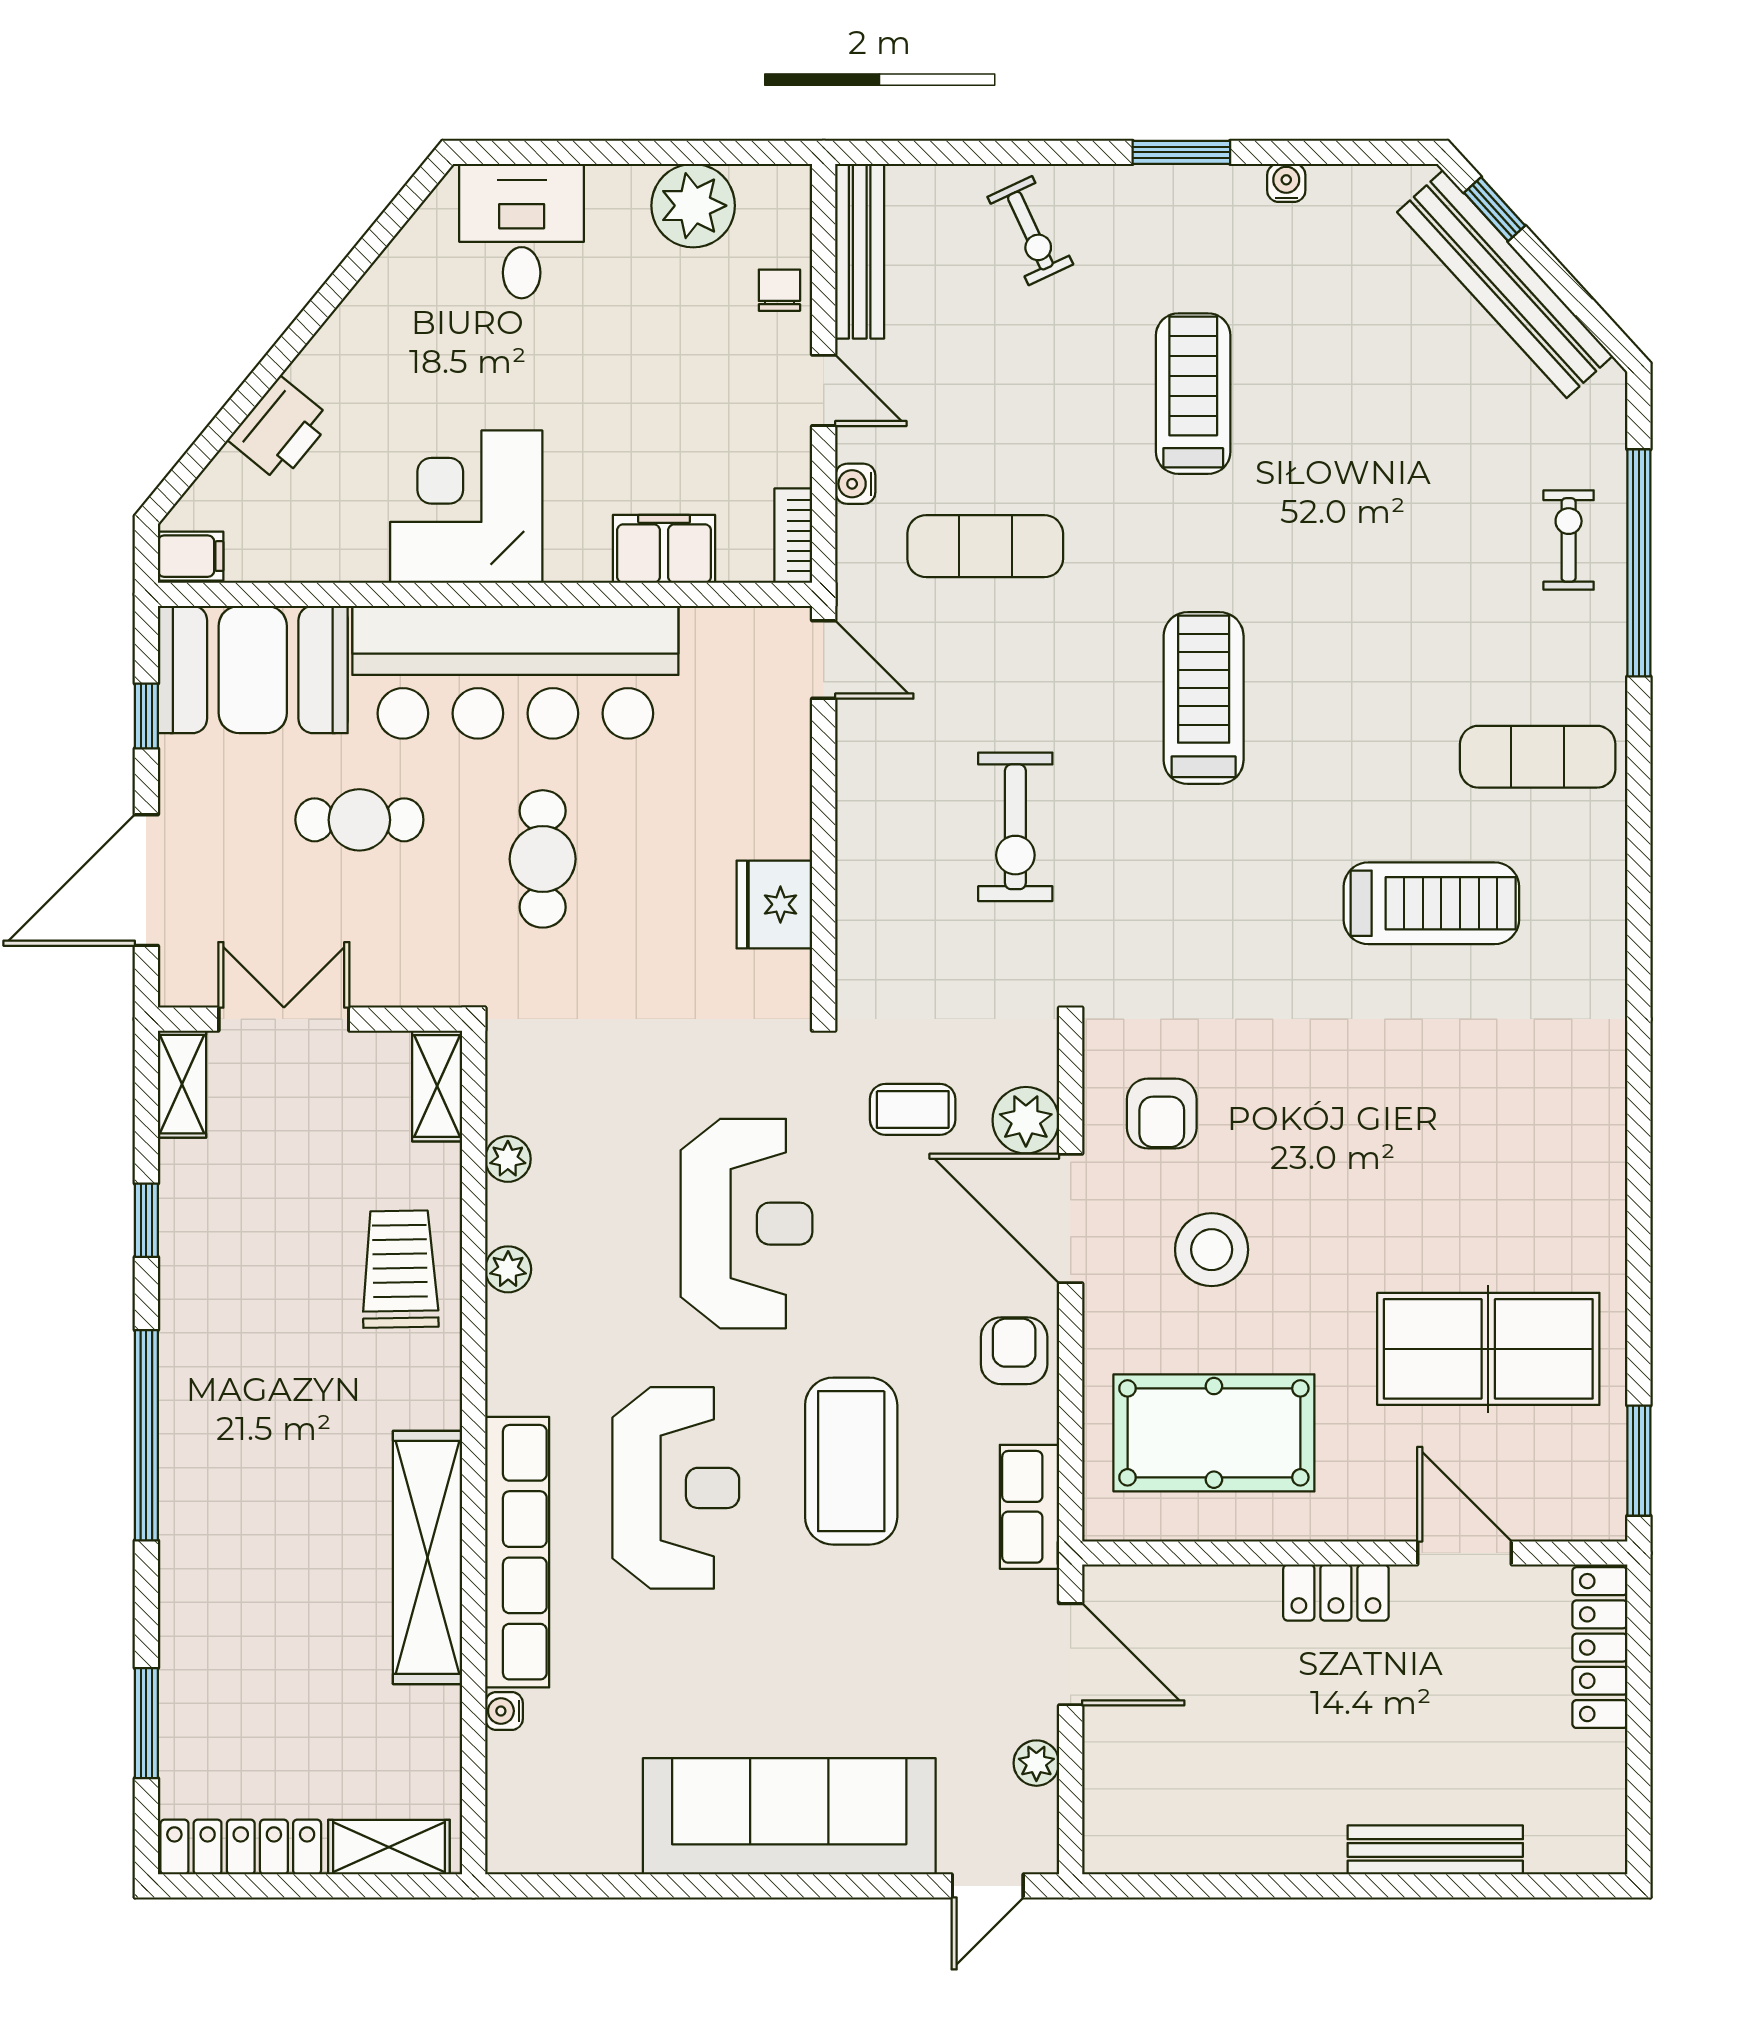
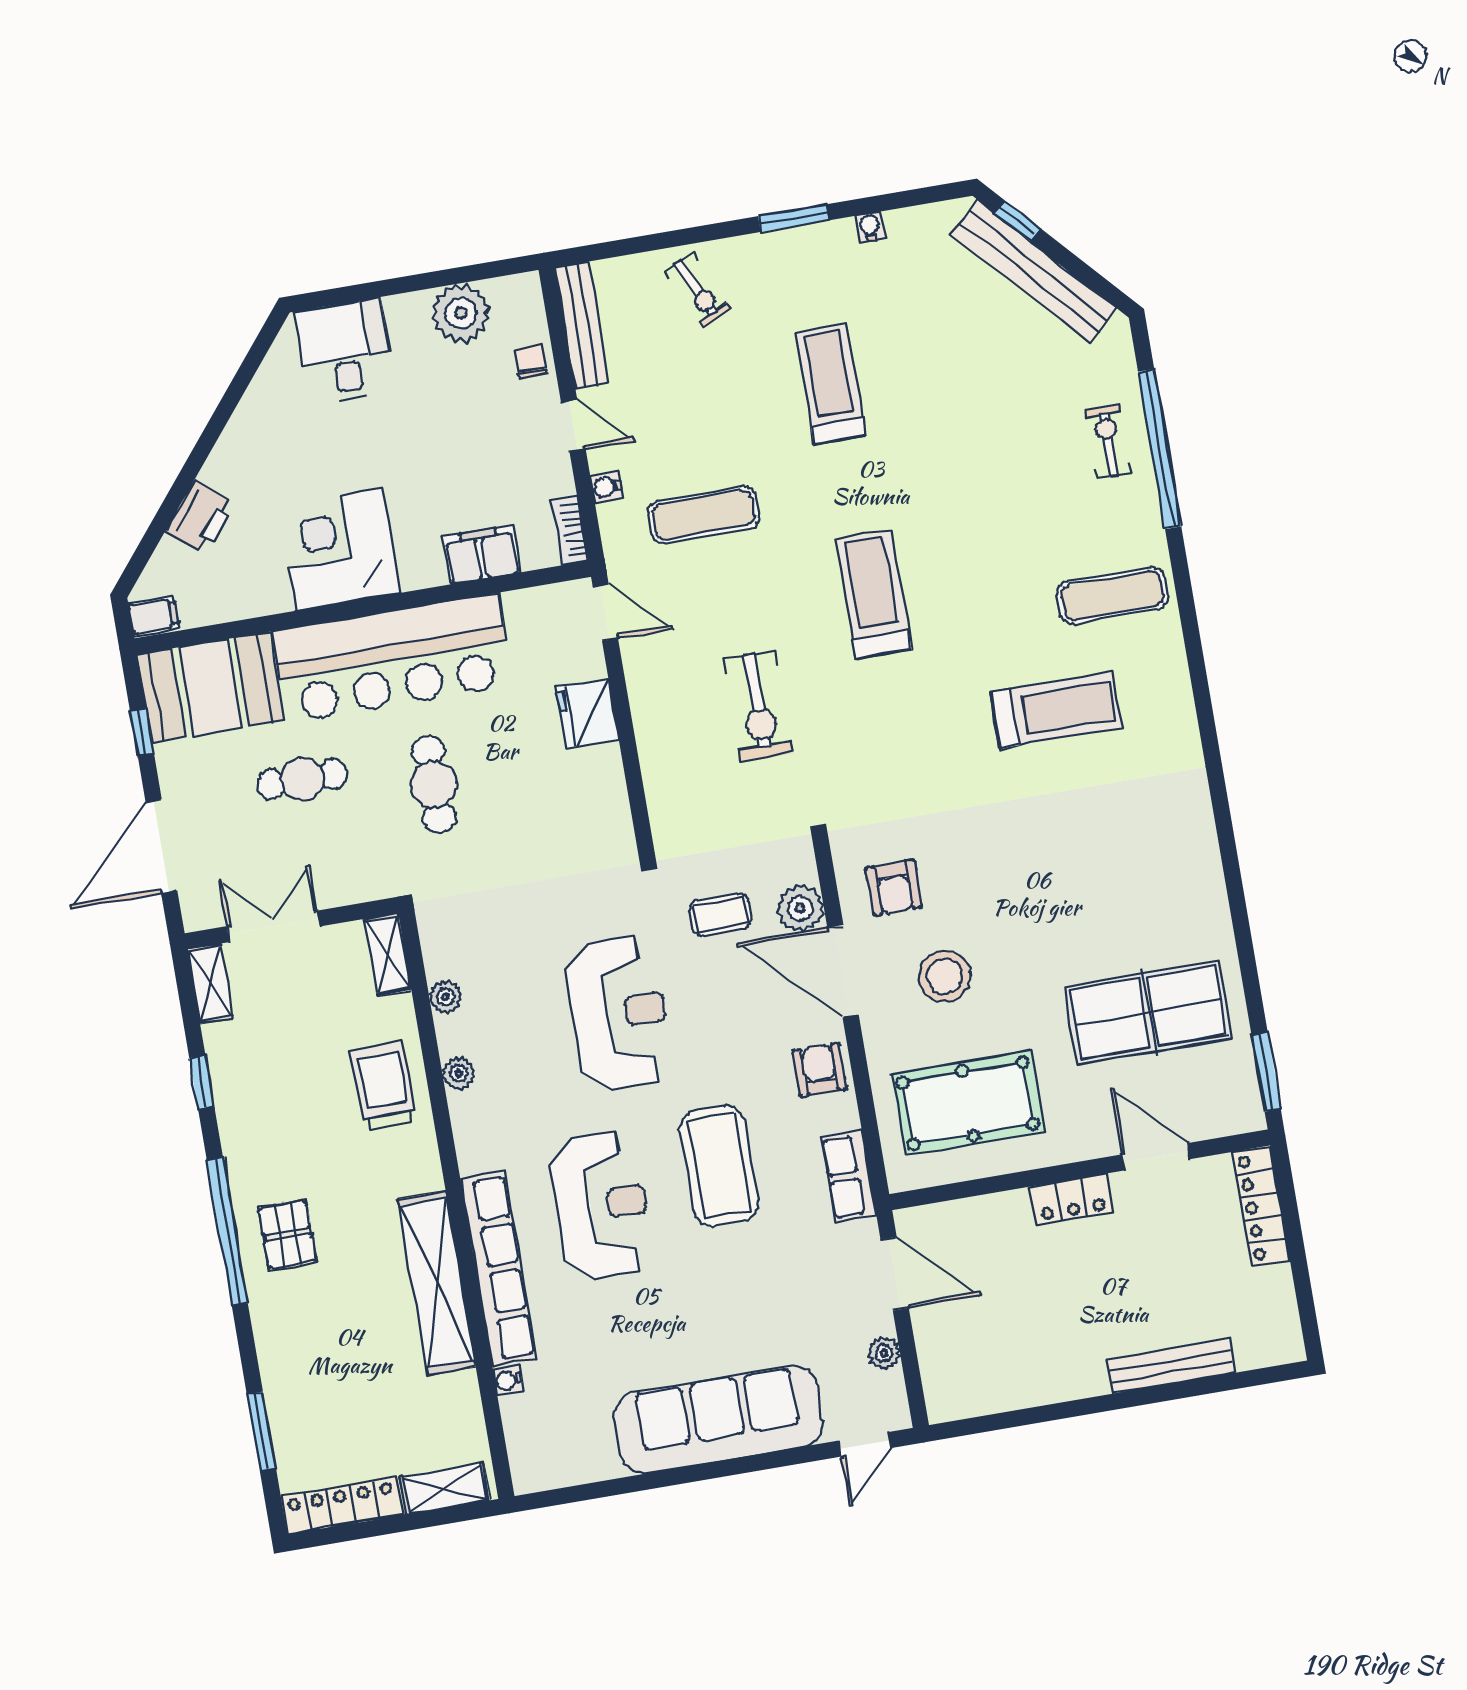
fridge: (774, 904) -> (587, 714), moved
pallet: (230, 1454) -> (287, 1235), added

